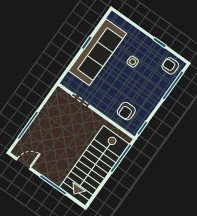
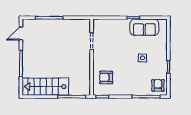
sofa: (97, 52) -> (144, 27), width x0.54, depth x0.79
door: (24, 164) -> (21, 33), swing flipped
stairs: (94, 166) -> (45, 87), width x0.73, depth x0.66

